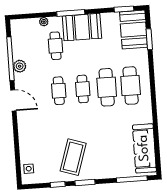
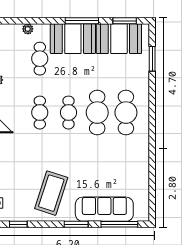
window: (71, 13) -> (82, 21), moved
booth: (134, 30) -> (119, 39), moved, turned 90
sofa: (144, 148) -> (104, 209), moved, turned 90
window: (85, 182) -> (76, 224), moved
window: (58, 184) -> (18, 224), moved

